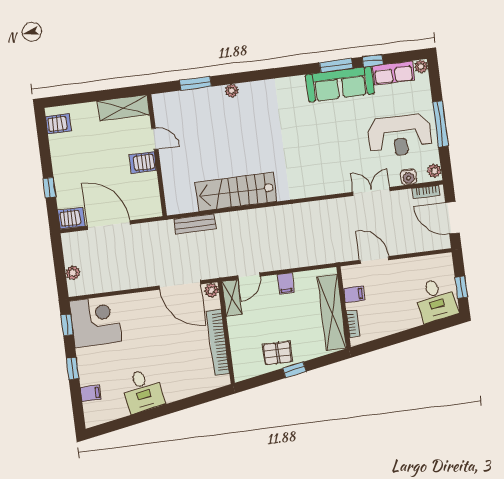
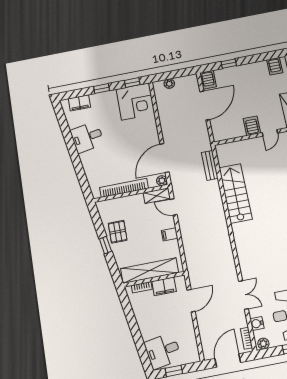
filing cabinet: (354, 294) -> (164, 286), width x2.00
filing cabinet: (91, 393) -> (79, 103), width x2.00

